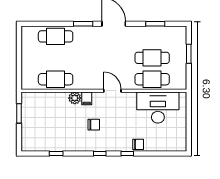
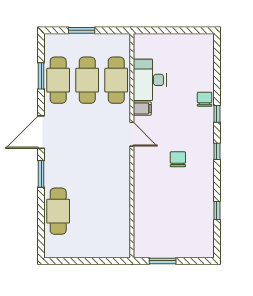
cafe table: (56, 79) -> (58, 80), moved
door: (112, 91) -> (132, 134), swing flipped
plant: (75, 98) -> (142, 185), removed
filing cabinet: (87, 98) -> (142, 109), moved
desk: (158, 107) -> (150, 80), width x0.73, depth x0.77

